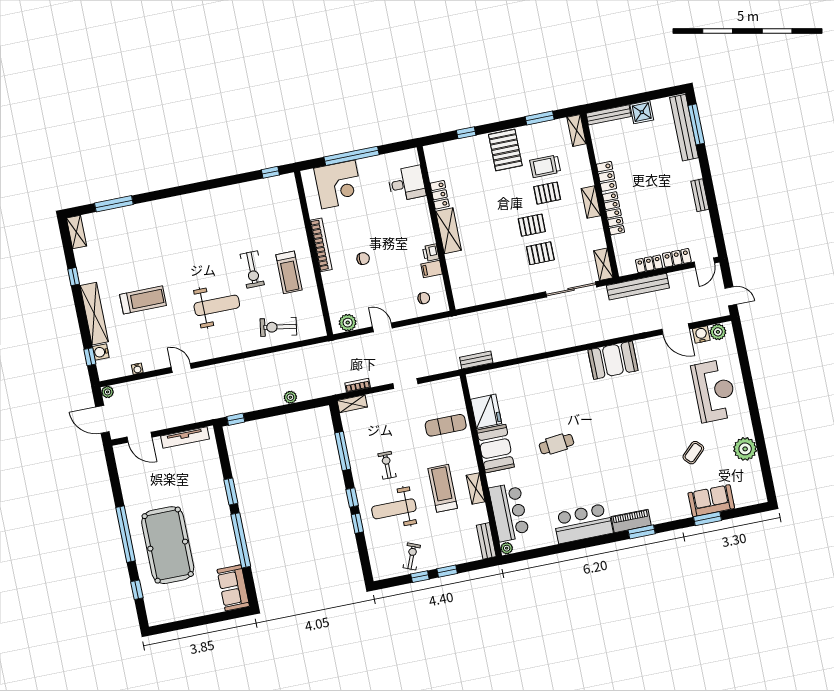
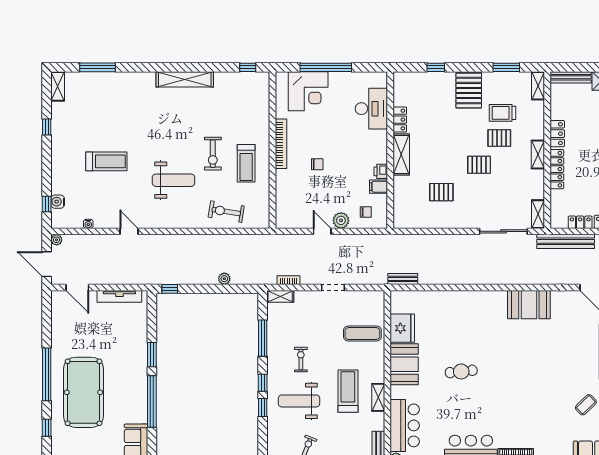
desk: (407, 184) -> (371, 109), width x1.37
pallet: (540, 253) -> (441, 192), moved
shelving: (94, 314) -> (185, 79), moved, turned 90
plant: (348, 323) -> (341, 220), moved

